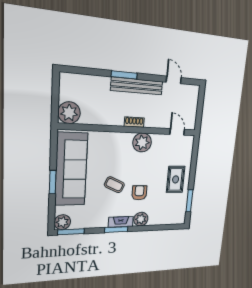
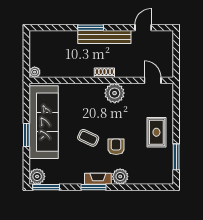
door: (174, 80) -> (143, 28), hinge flipped
plant: (69, 113) -> (35, 72), width x0.53, depth x0.53

